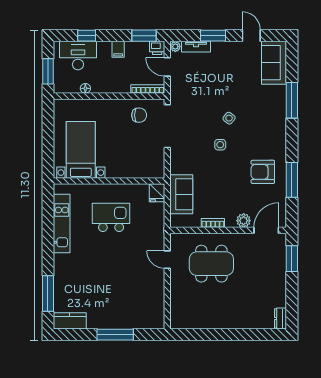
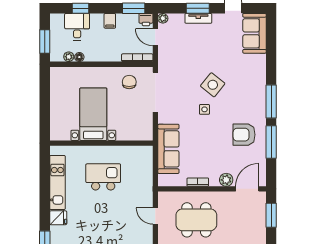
tv unit: (196, 47) -> (198, 18), moved
desk: (78, 56) -> (77, 27), width x0.73
plant: (74, 88) -> (69, 57), added
window: (292, 100) -> (271, 102), moved
chair: (139, 115) -> (129, 82), turned -90
side table: (229, 118) -> (213, 85), width x1.87, depth x1.87
bed with nightstands: (81, 150) -> (93, 114), moved
fridge: (157, 193) -> (58, 218), moved, turned -90
sofa: (181, 194) -> (168, 149), width x1.36

